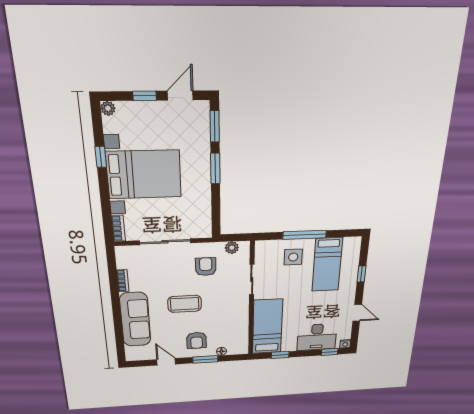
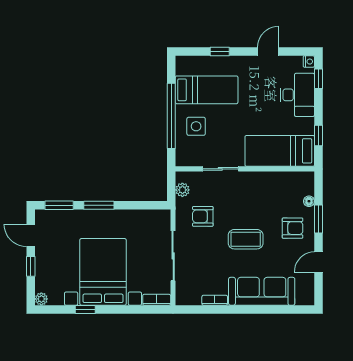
window: (305, 235) -> (171, 116), width x1.46
coffee table: (185, 304) -> (246, 239), turned 90

